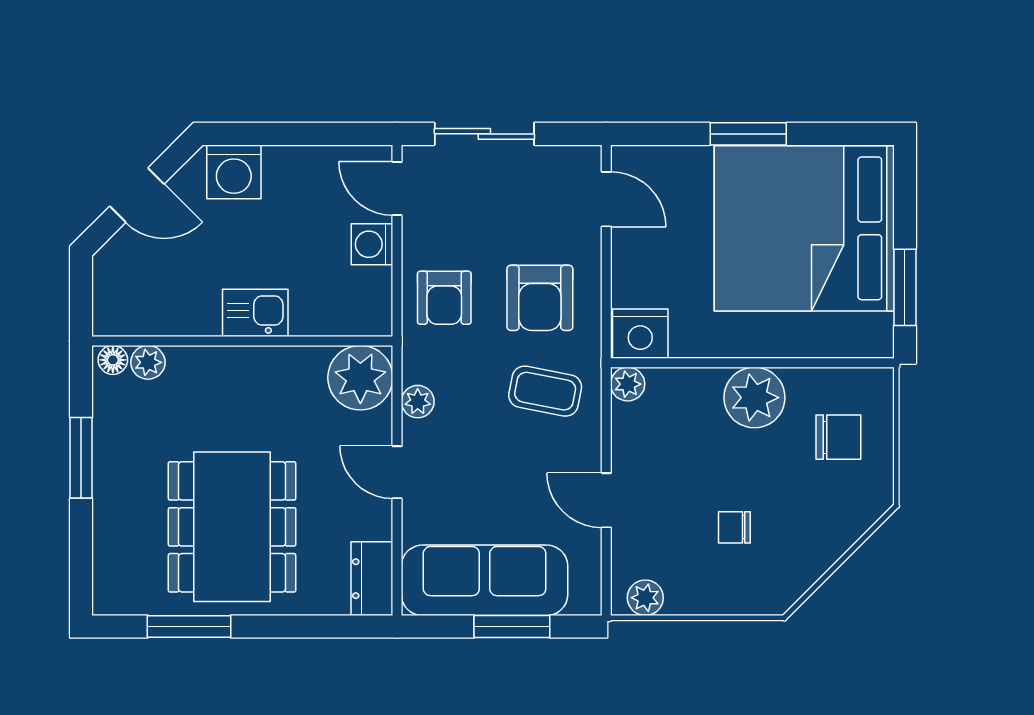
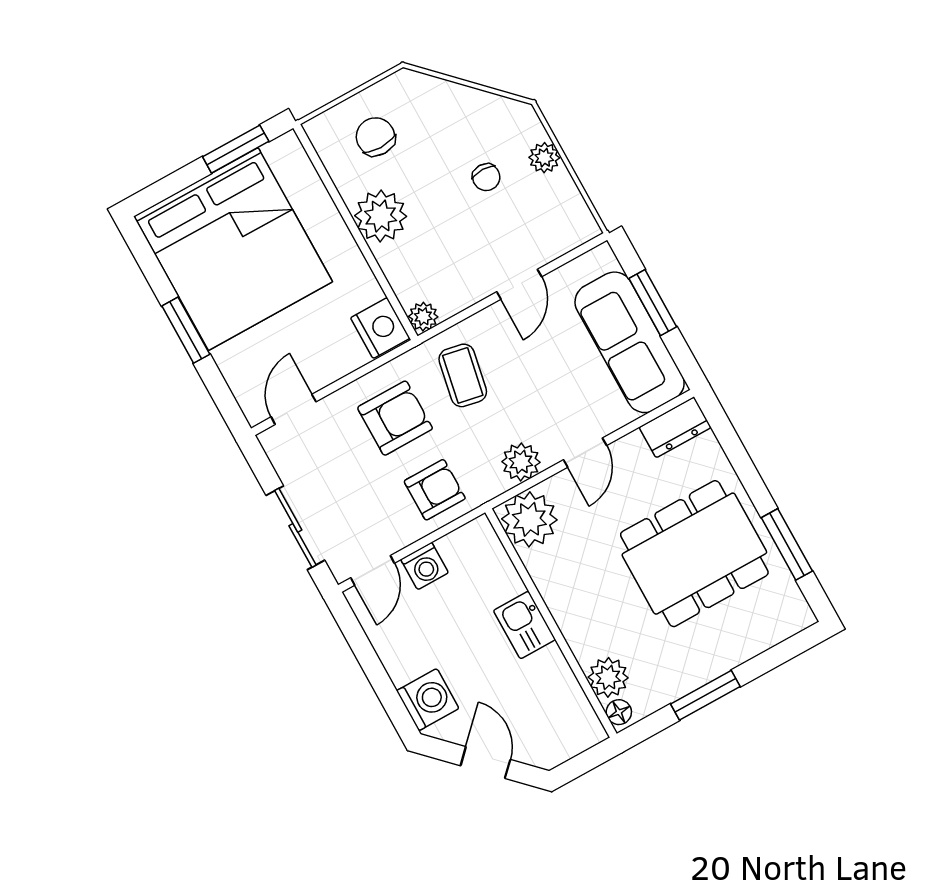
plant: (148, 362) -> (608, 677), width x1.38, depth x1.38
plant: (418, 402) -> (521, 462), width x1.38, depth x1.38
plant: (645, 598) -> (544, 158), moved

